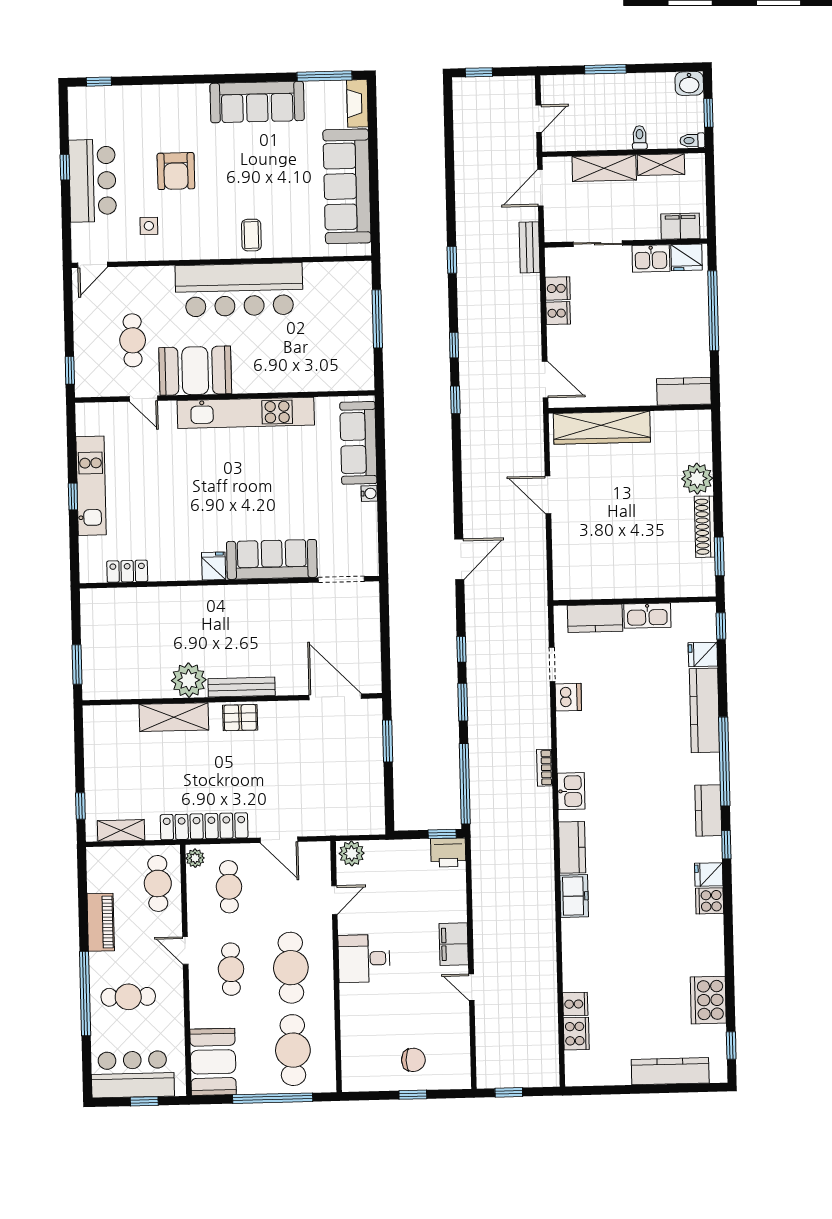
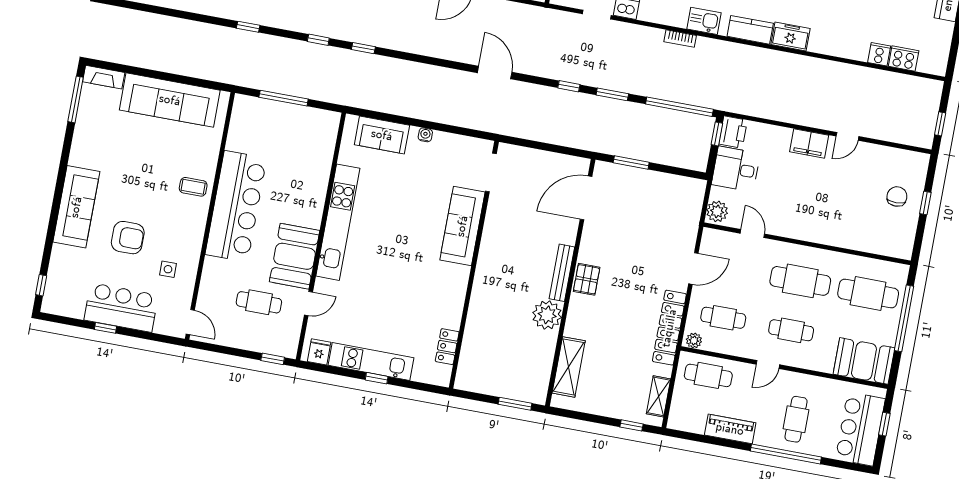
sofa: (257, 102) -> (76, 207), moved
sofa: (358, 443) -> (382, 135), width x0.73
fridge: (214, 566) -> (319, 352), moved, turned 90
shelving: (174, 717) -> (569, 367), moved
desk: (364, 959) -> (736, 169), moved, turned 90

